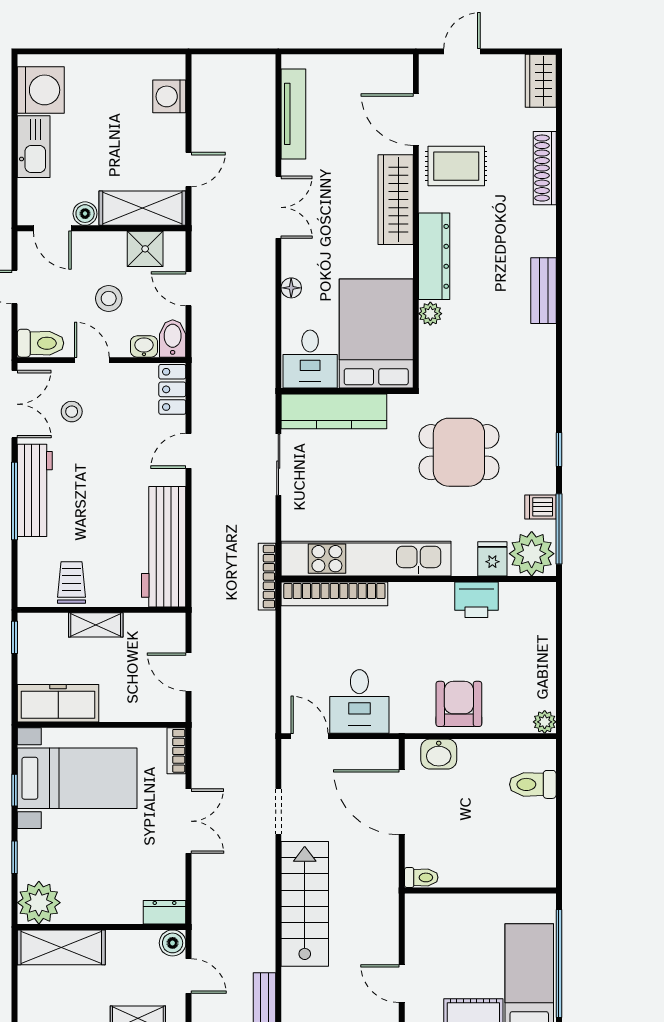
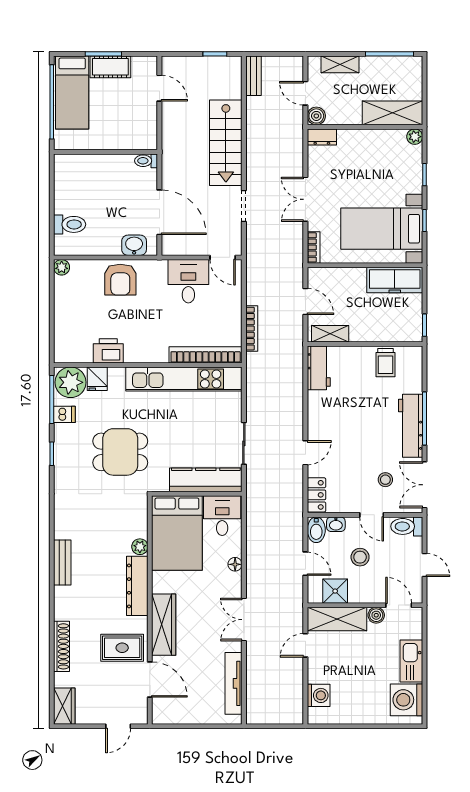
workbench: (164, 547) -> (319, 368), width x0.53, depth x0.76
bookcase: (267, 577) -> (252, 329), moved
shelving: (96, 625) -> (330, 334), moved
plant: (39, 903) -> (415, 137), width x0.53, depth x0.53

